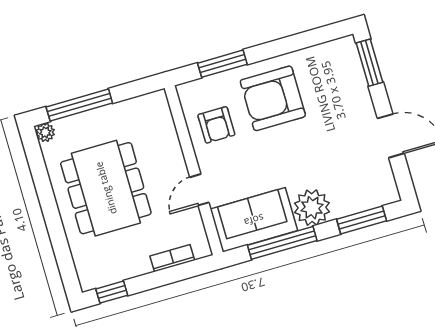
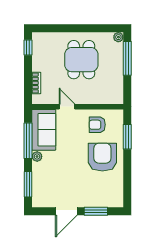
window: (370, 63) -> (96, 211), moved
dining table: (106, 188) -> (81, 60), width x0.73
plant: (312, 208) -> (37, 156), width x0.53, depth x0.53

